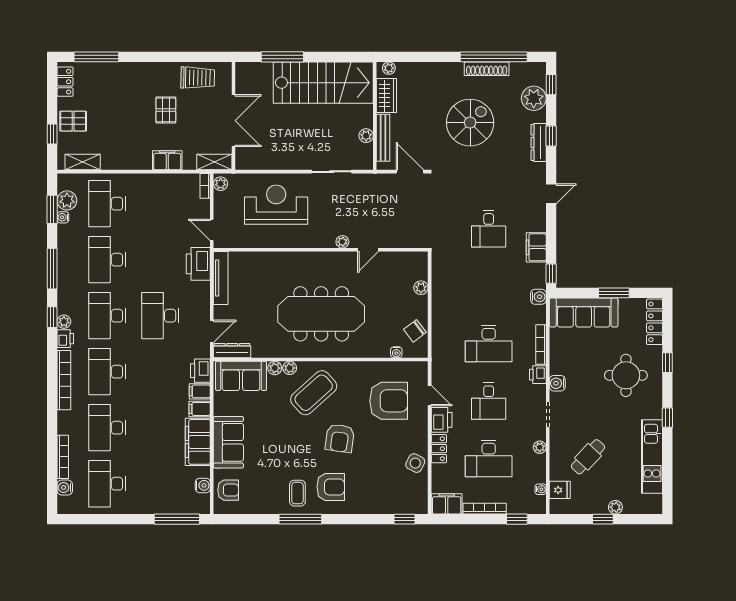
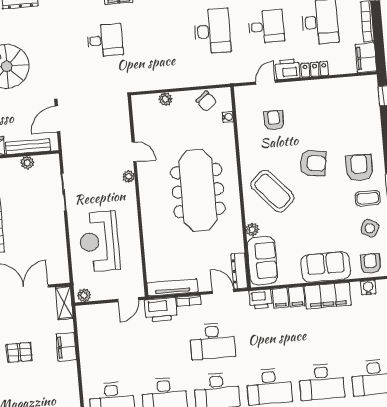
bookcase: (205, 186) -> (189, 301), moved
plant: (290, 368) -> (251, 216), removed
armchair: (389, 401) -> (274, 120), width x0.53, depth x0.53
side table: (415, 463) -> (370, 228), moved

